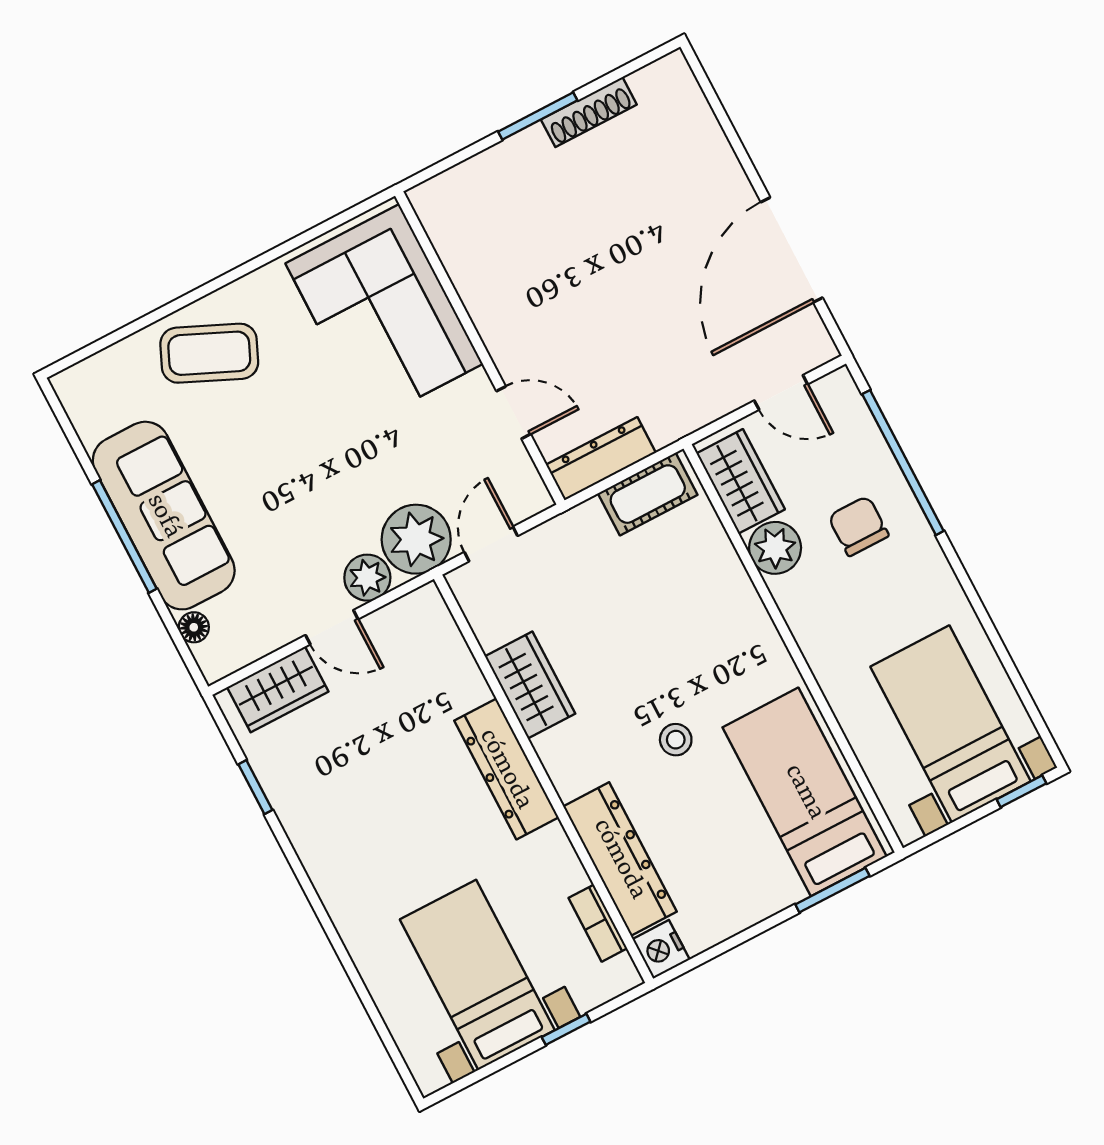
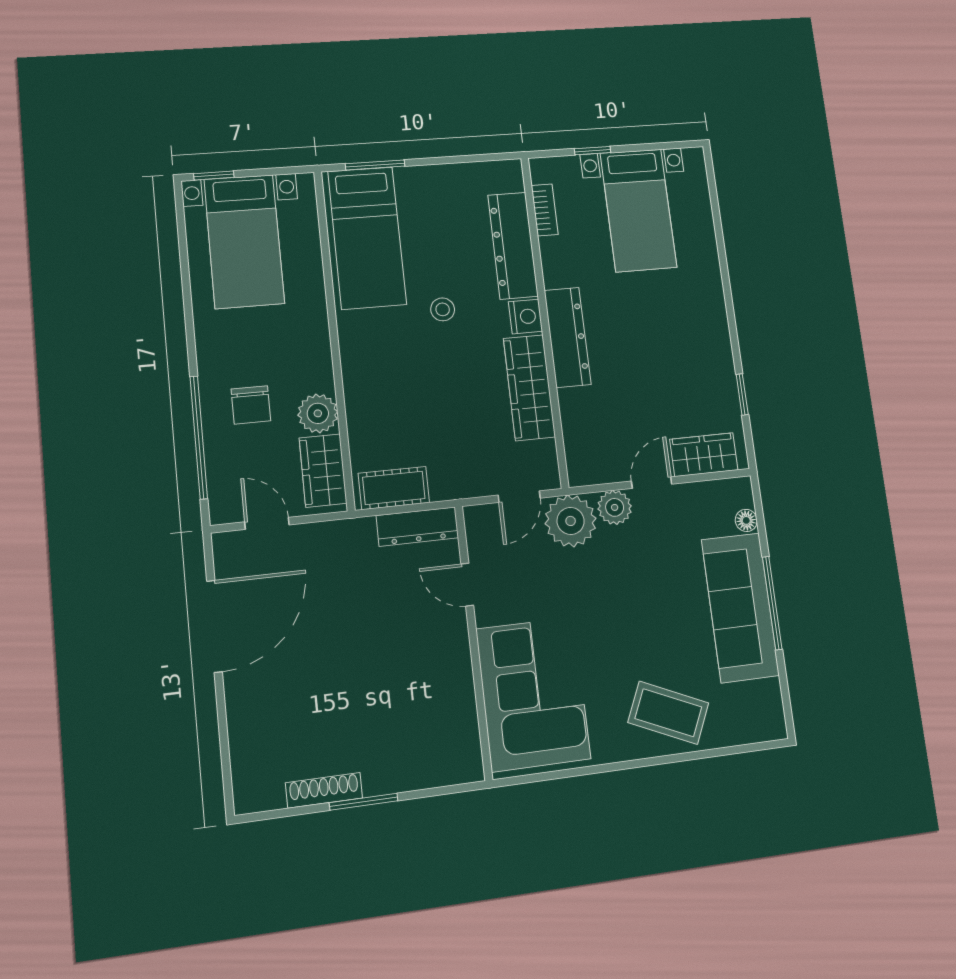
door: (332, 627) -> (652, 483), hinge flipped
wardrobe: (530, 685) -> (529, 388), width x1.50
nightstand: (661, 949) -> (525, 317), moved

